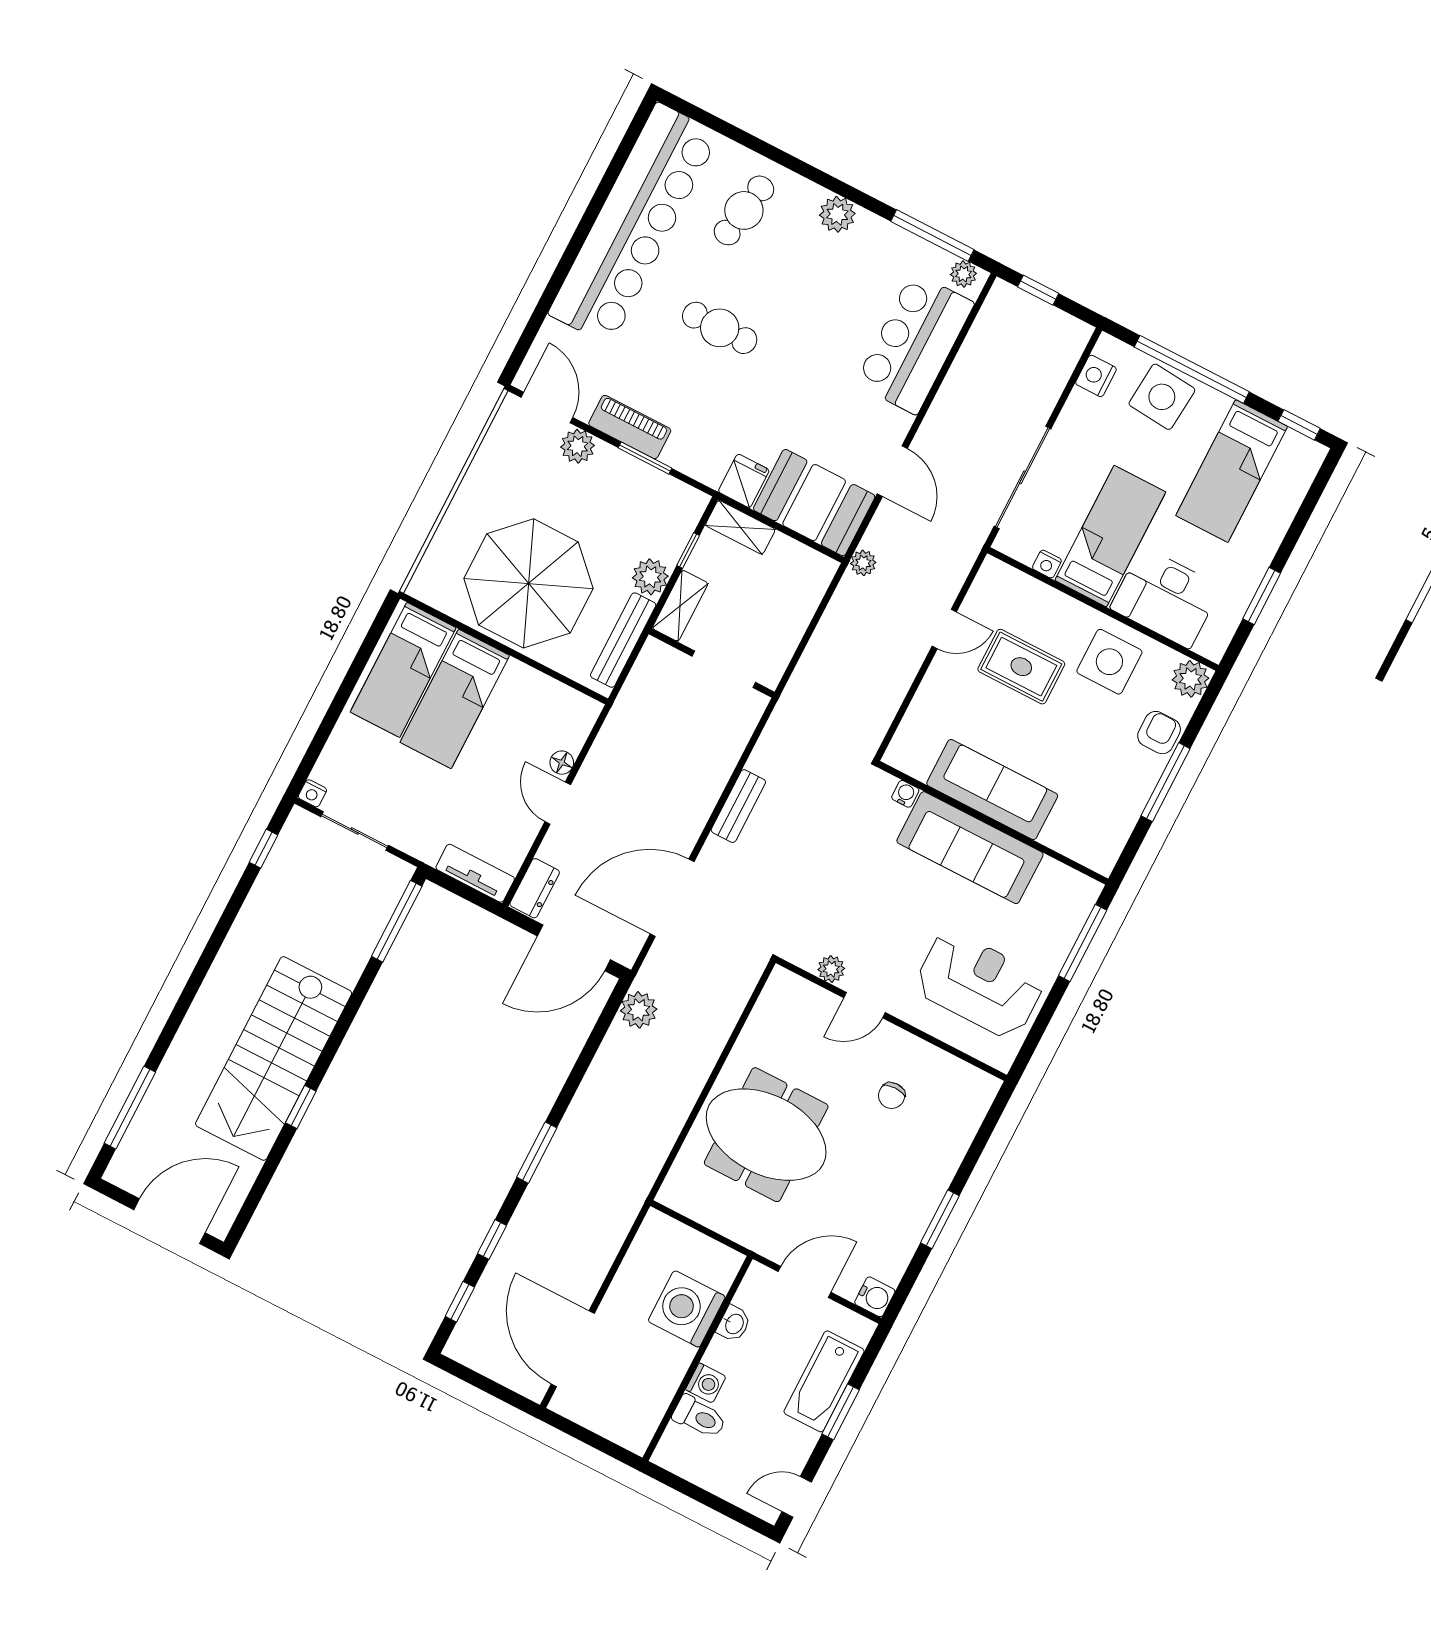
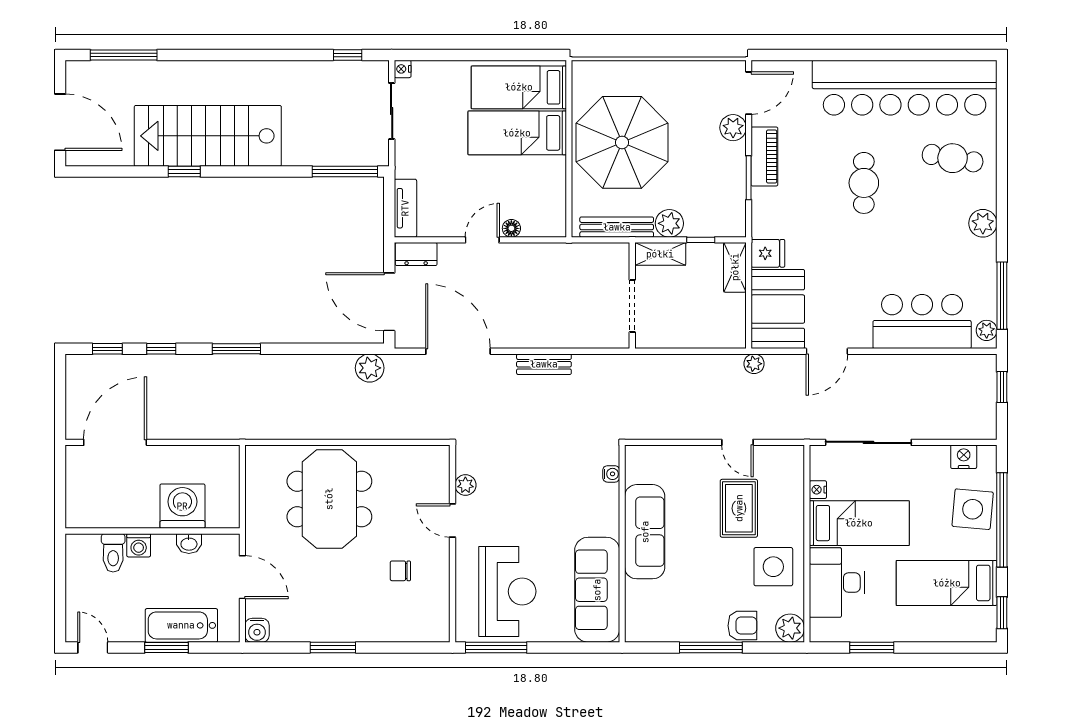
sofa: (970, 848) -> (597, 590), moved
window: (1083, 943) -> (496, 647), moved

